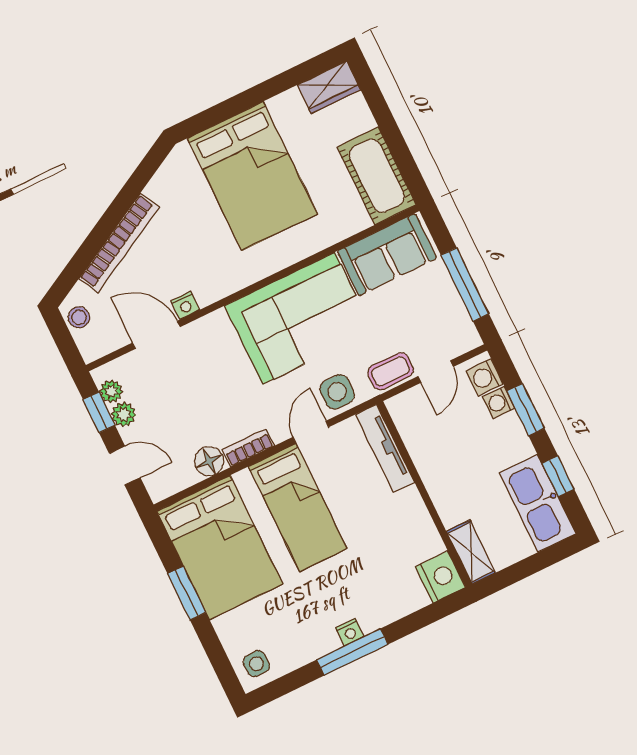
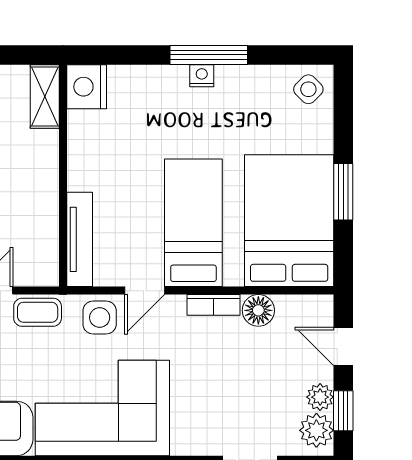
plant: (111, 391) -> (316, 430), width x1.38, depth x1.38
side table: (256, 664) -> (308, 89), turned 45

